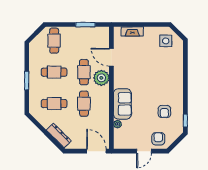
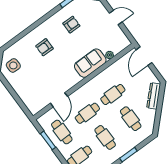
fireplace: (132, 31) -> (26, 98), removed
cafe table: (84, 41) -> (62, 132), added
plant: (101, 78) -> (82, 96), removed
armchair: (158, 139) -> (44, 47), moved

